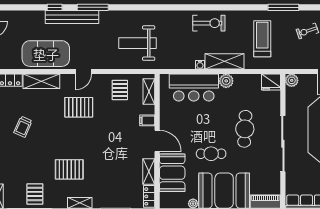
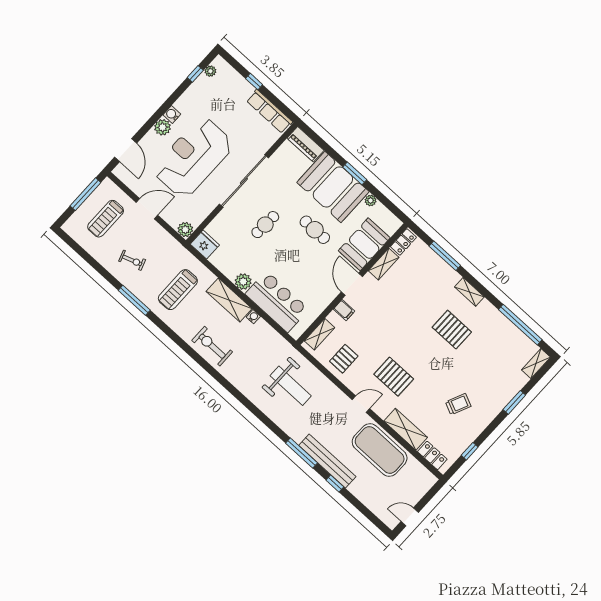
cafe table: (245, 129) -> (265, 225), width x0.73, depth x0.74
pallet: (35, 194) -> (502, 336), removed

